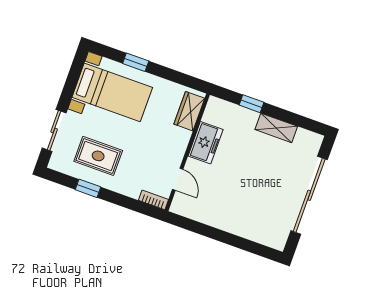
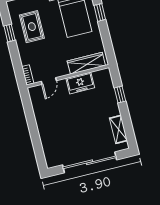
wardrobe: (189, 111) -> (86, 63), width x1.50
shelving: (276, 128) -> (119, 129), moved

